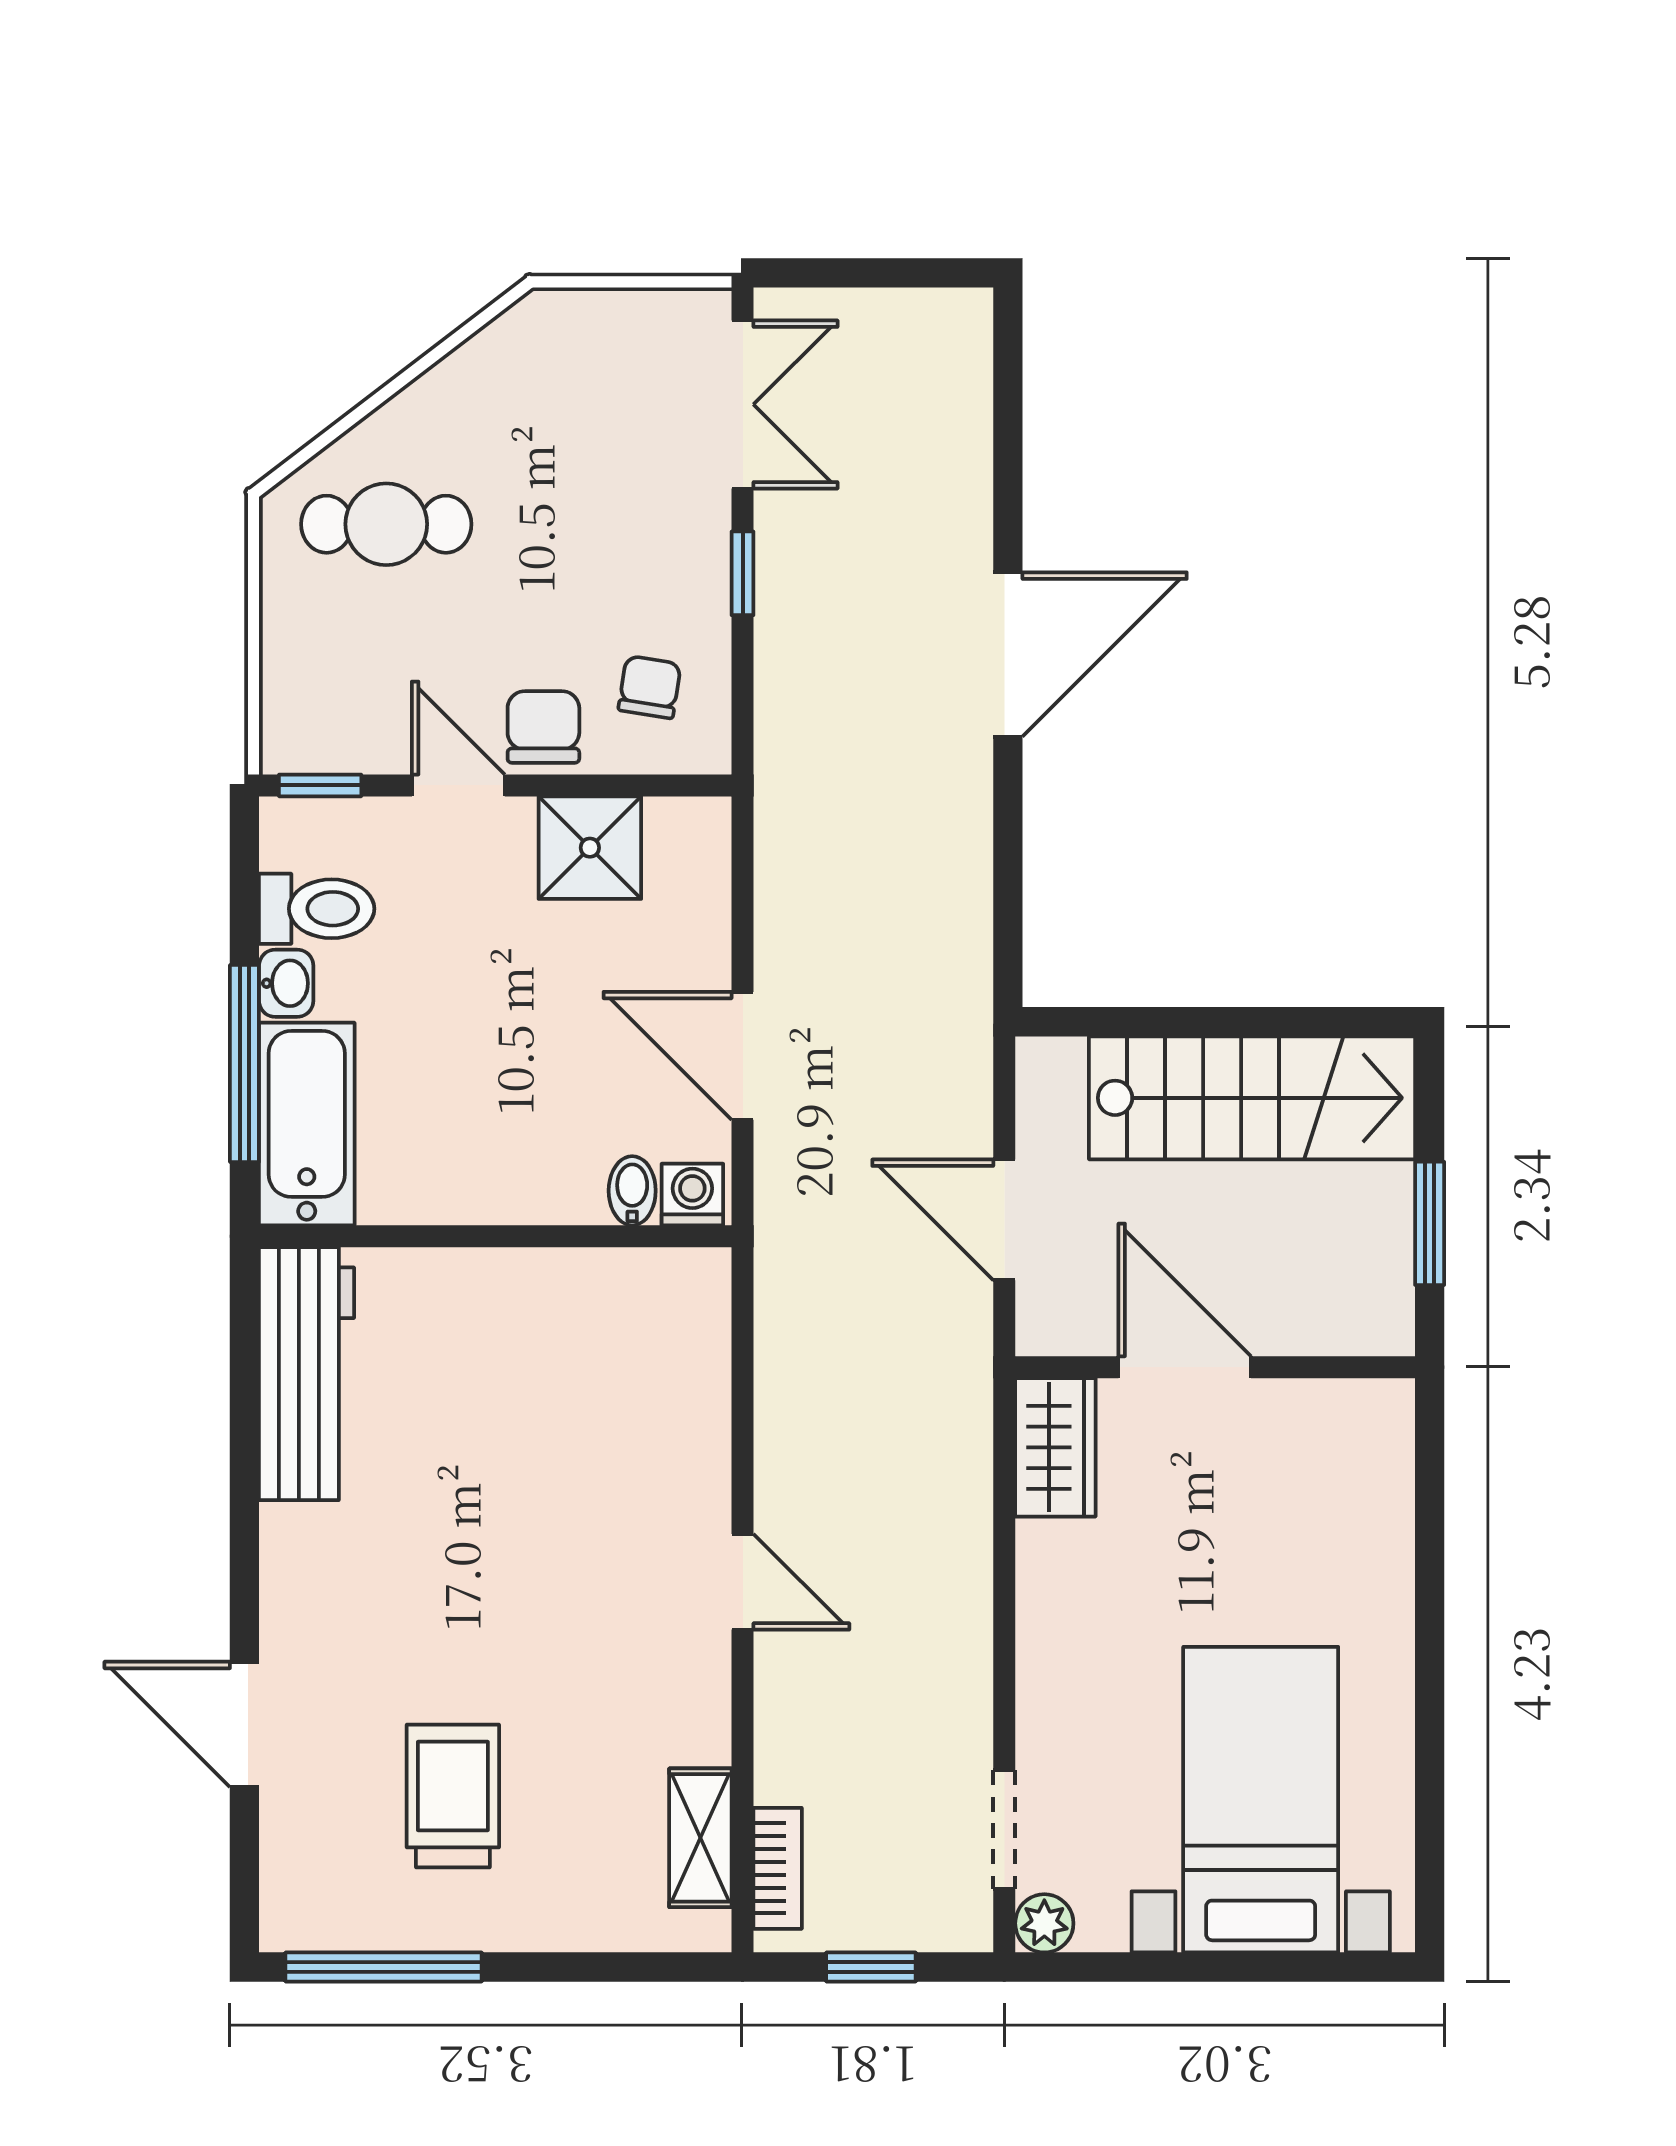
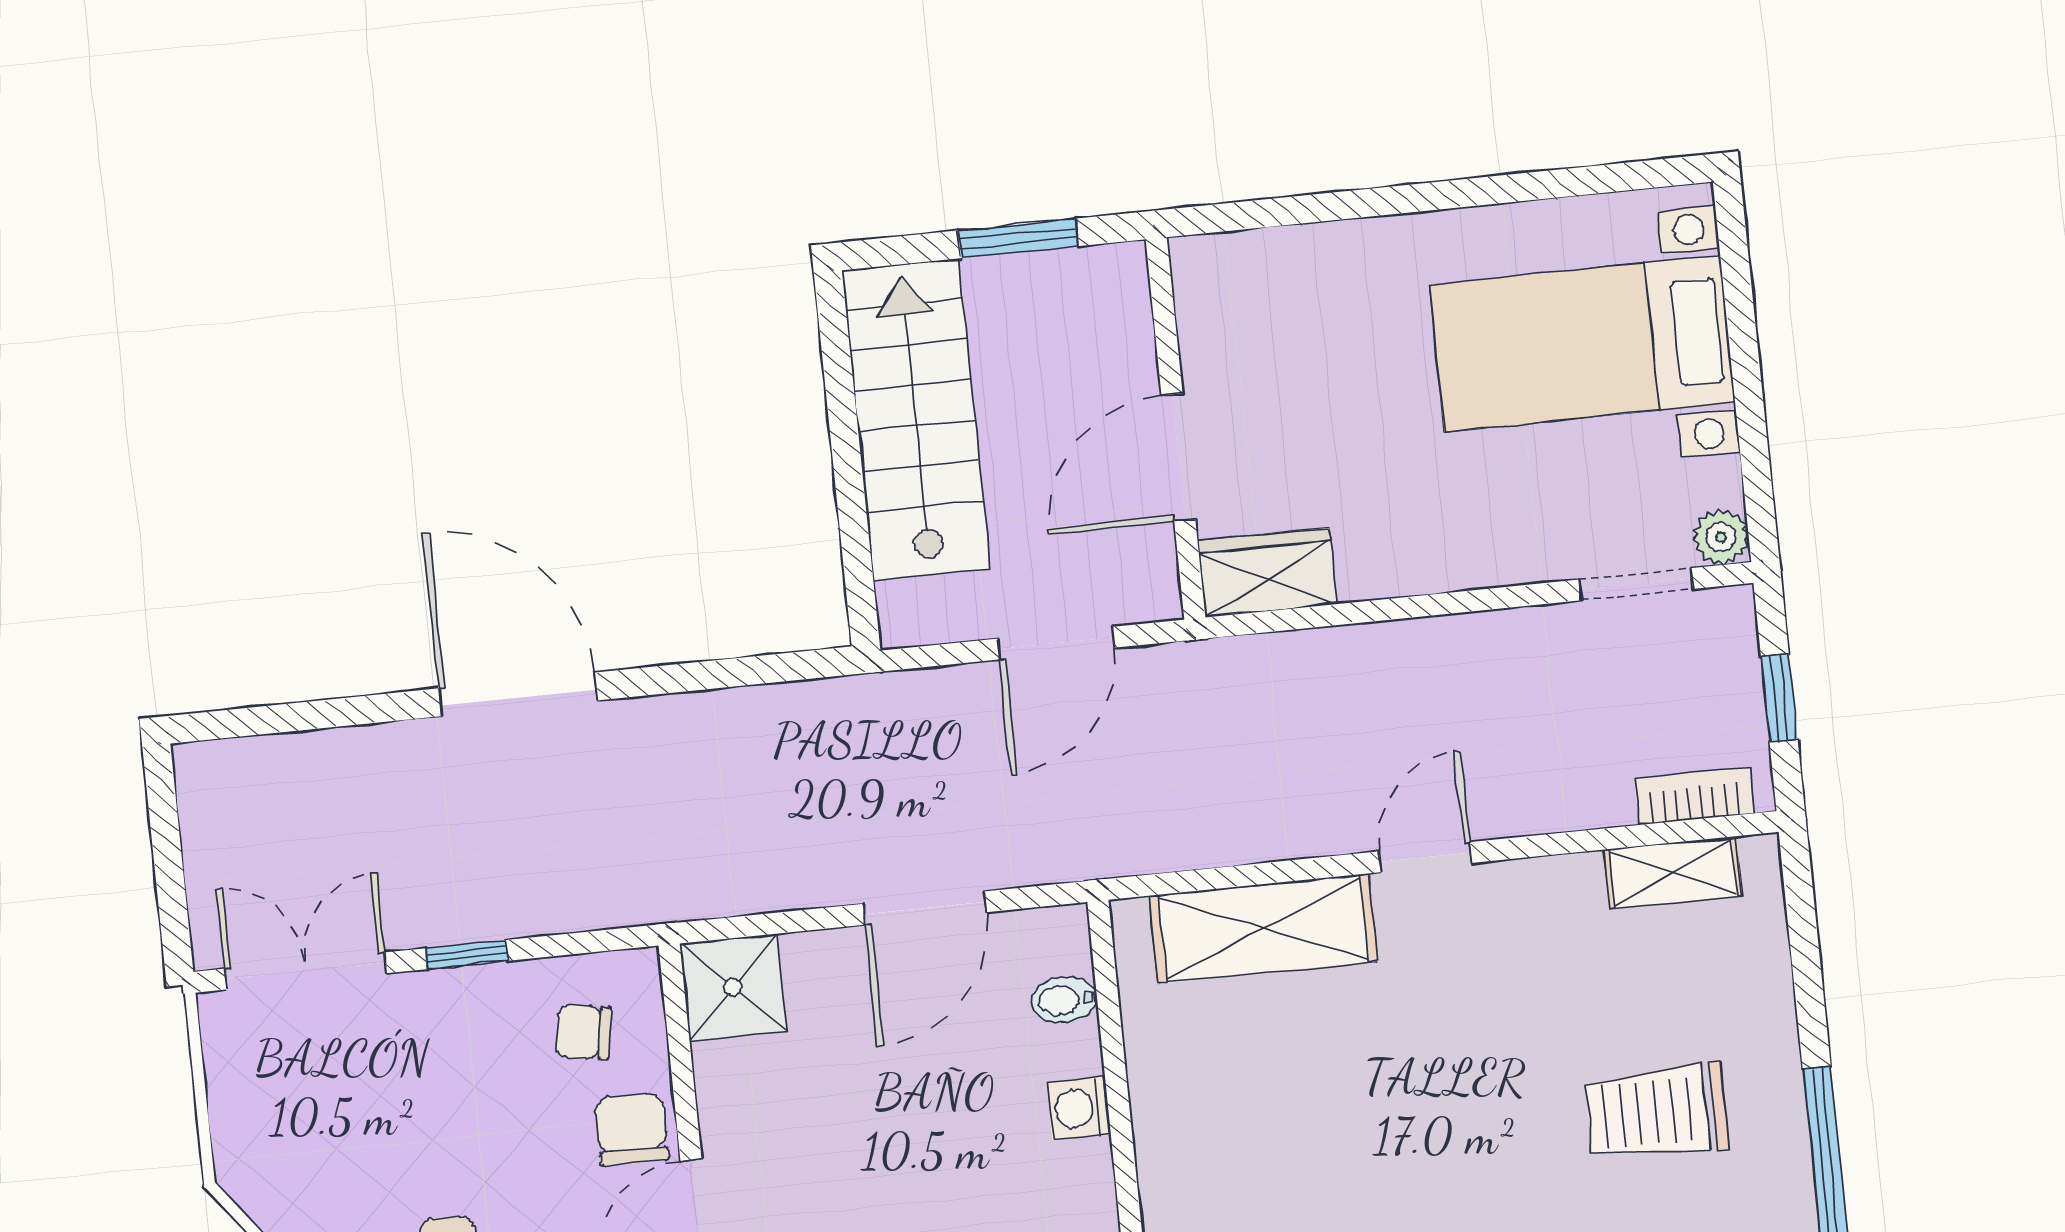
chair: (543, 727) -> (632, 1129), turned 90
shower: (590, 848) -> (733, 987), moved
washing machine: (692, 1195) -> (1079, 1108), moved
shelving: (685, 1406) -> (1263, 928), added

